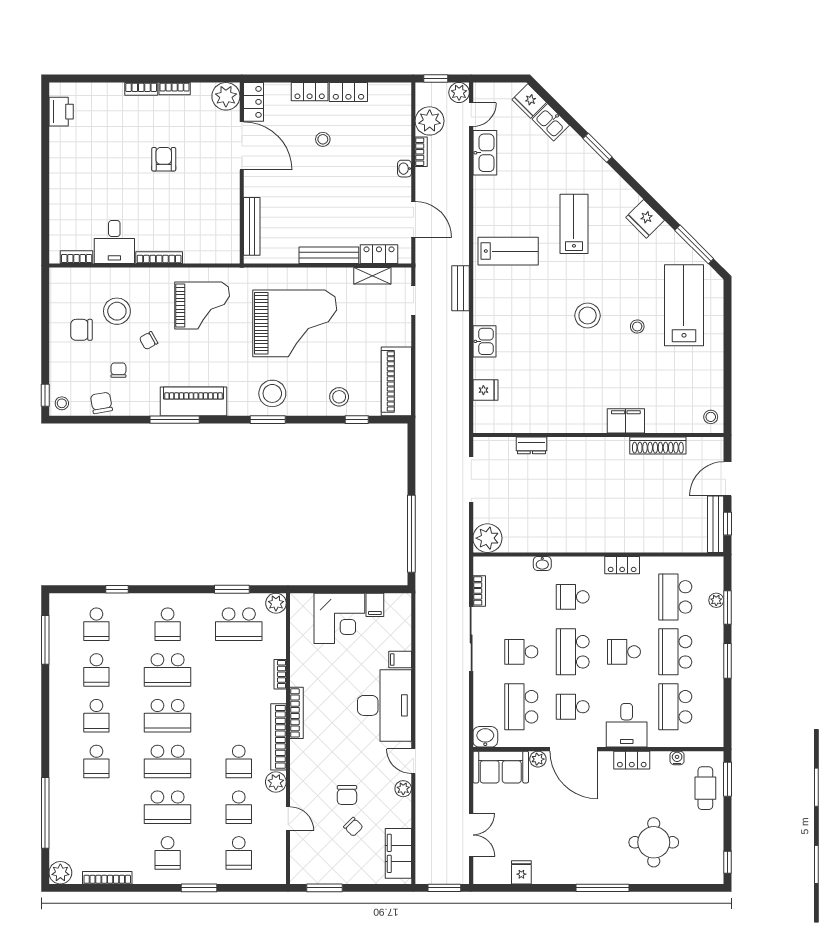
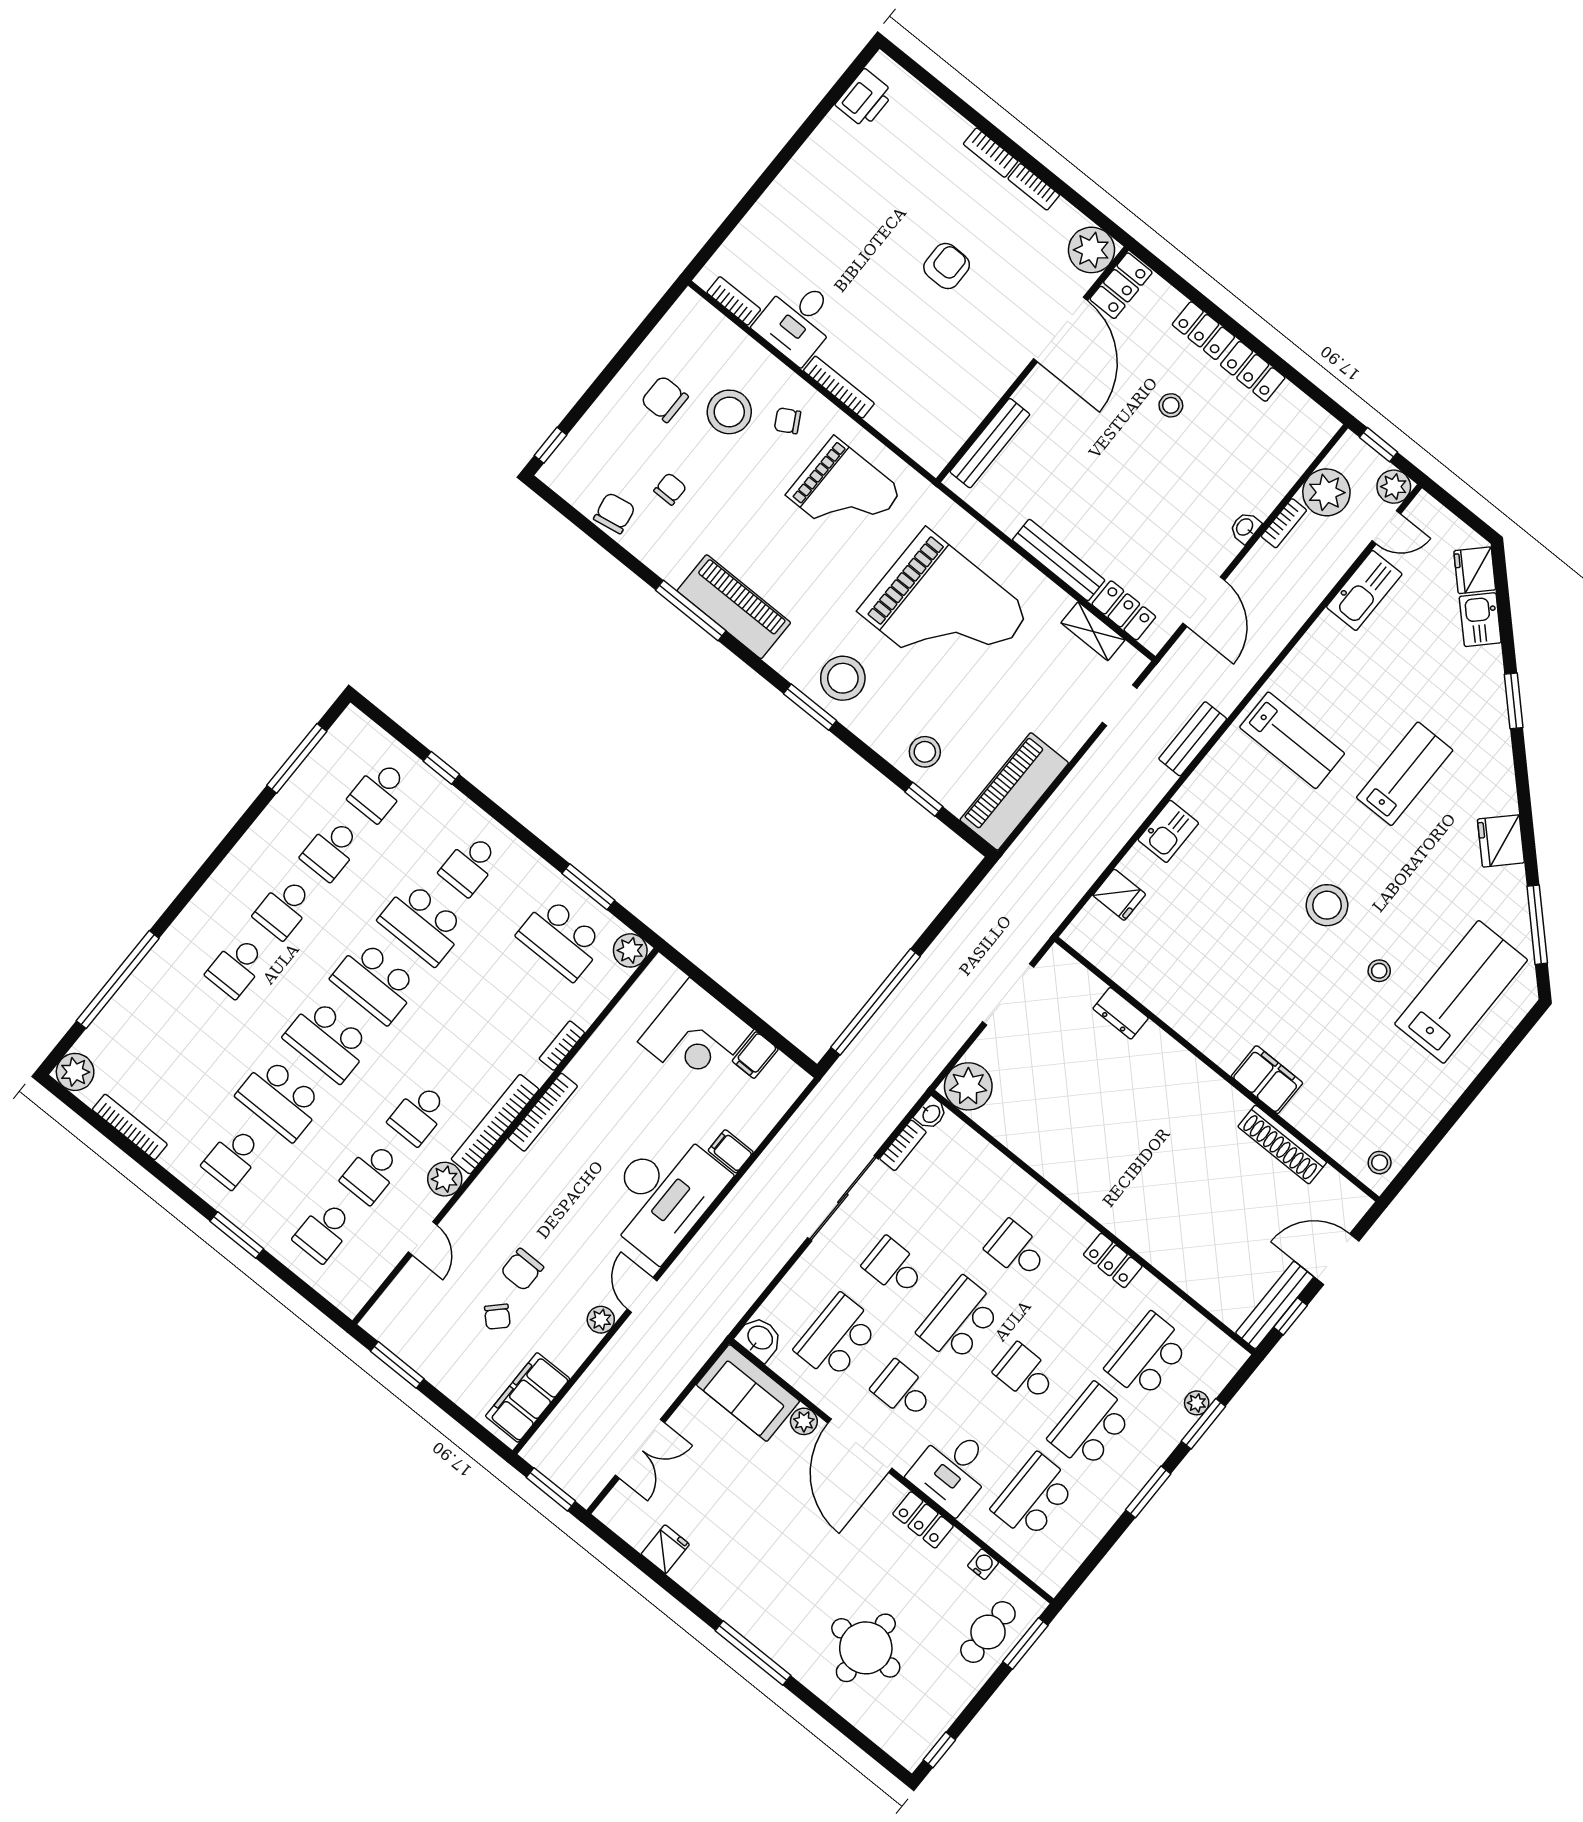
chair: (149, 341) -> (787, 421), moved
stool: (62, 403) -> (563, 473), removed
washbasin: (542, 564) -> (931, 1113), moved, turned -90

